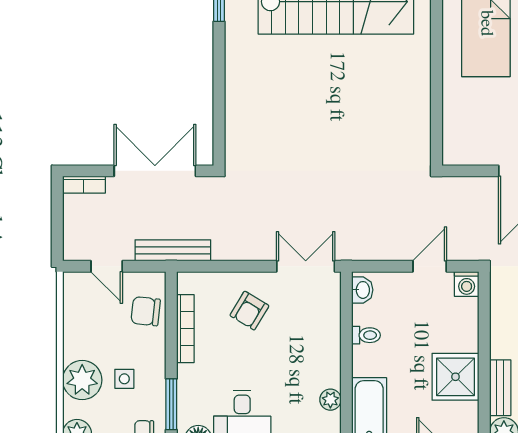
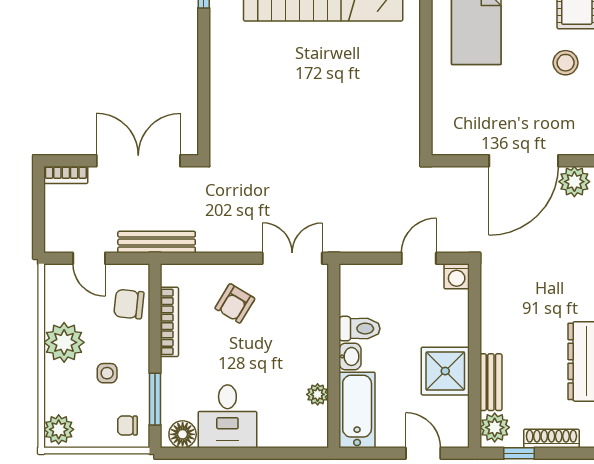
washbasin: (362, 290) -> (350, 356), moved
toilet: (366, 335) -> (360, 329), width x1.37, depth x1.39
plant: (82, 380) -> (64, 342), moved

